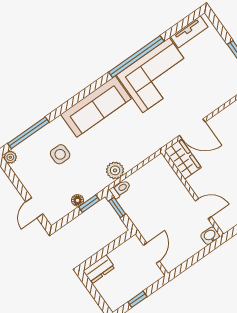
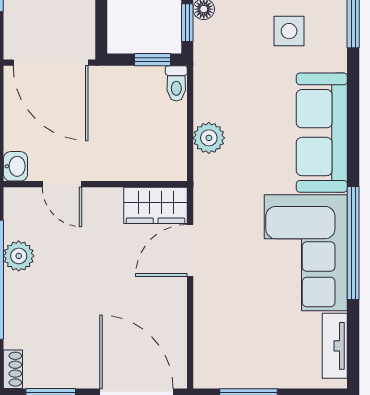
plant: (115, 170) -> (209, 138), moved
door: (203, 209) -> (62, 184), hinge flipped
door: (151, 253) -> (51, 63), width x1.87

